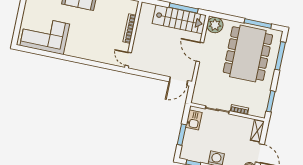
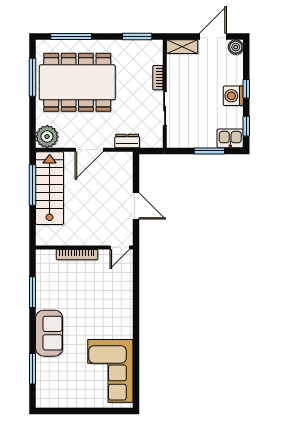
dresser: (200, 79) -> (127, 141), added
door: (178, 81) -> (136, 206), moved
kitchen sink: (194, 120) -> (230, 138), moved

